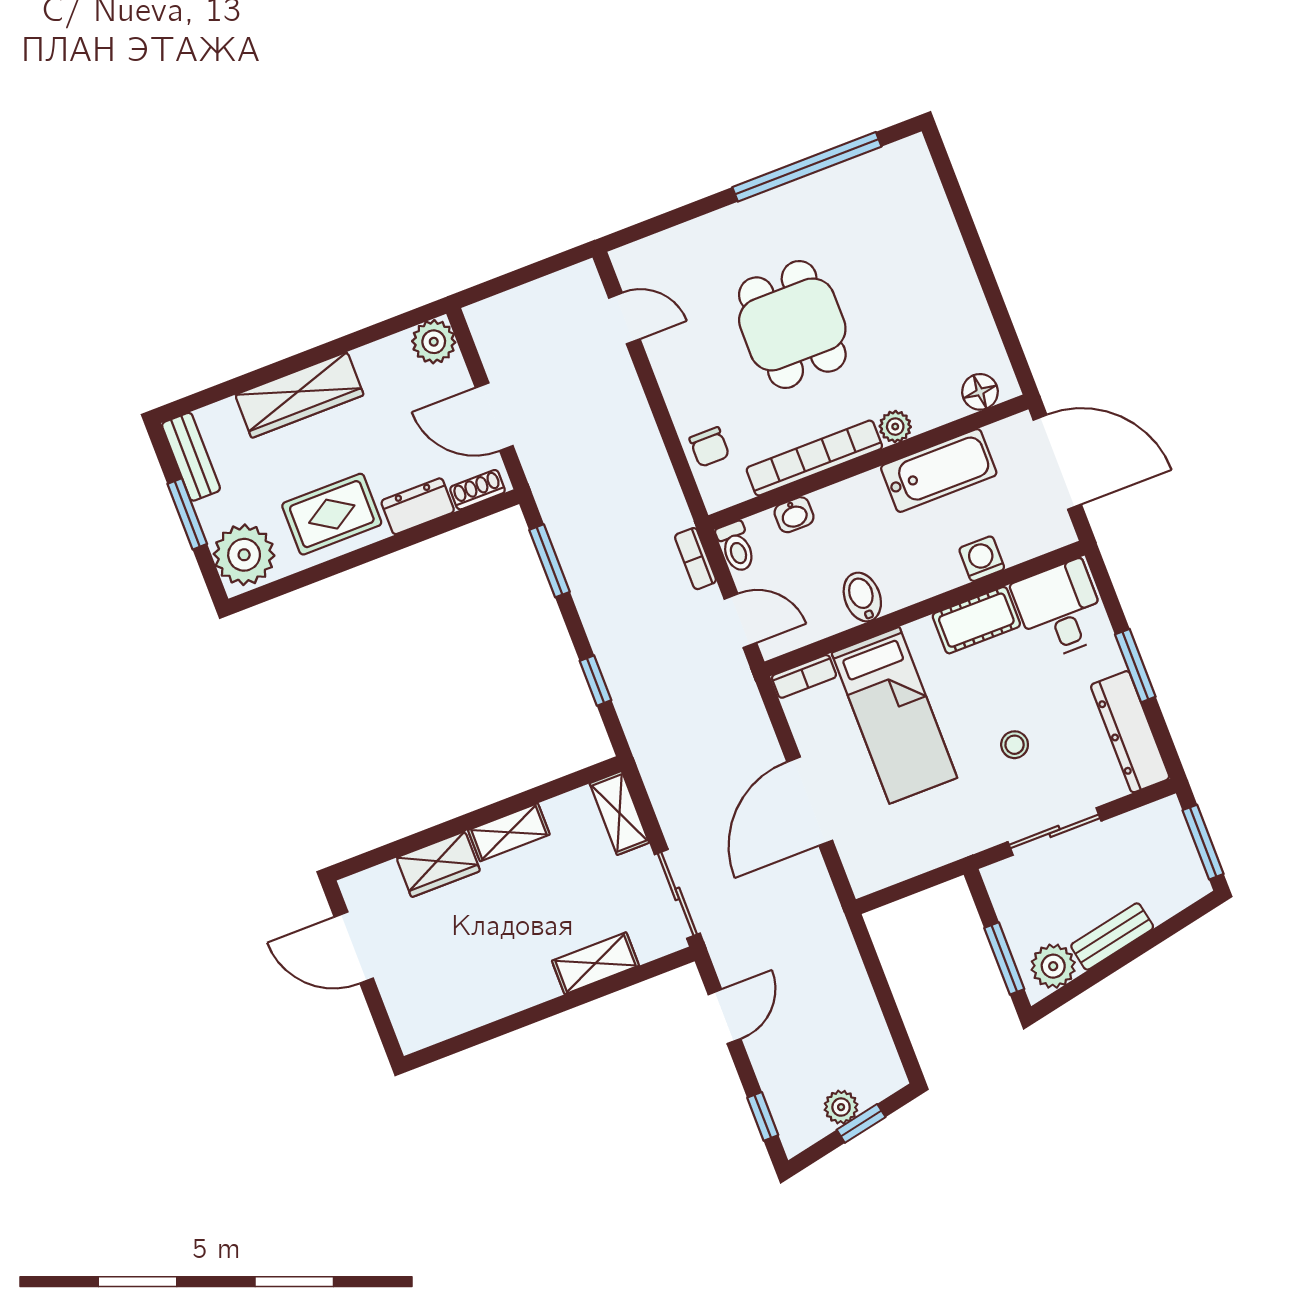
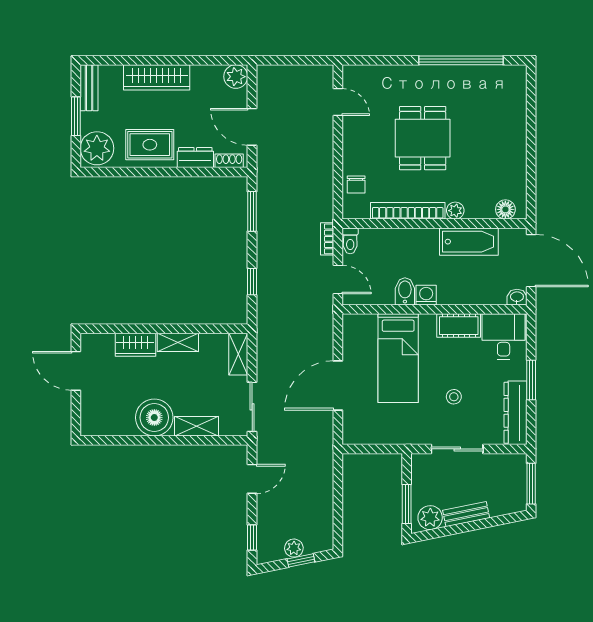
washbasin: (794, 515) -> (517, 297), moved, turned 180
washing machine: (982, 559) -> (426, 295), moved
bookcase: (804, 676) -> (360, 320), removed
boiler: (518, 976) -> (154, 418), added

